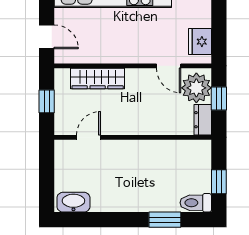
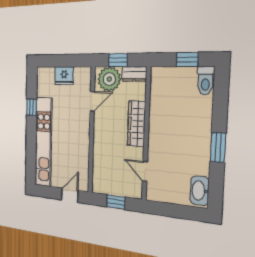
fridge: (200, 42) -> (64, 76), moved
wardrobe: (98, 79) -> (136, 124), moved, turned 180
window: (165, 220) -> (218, 147), moved

